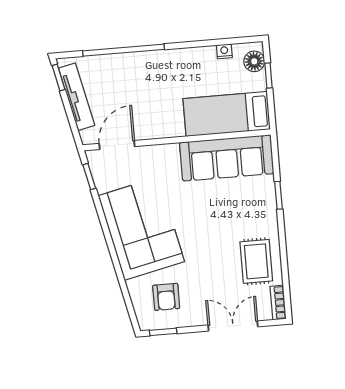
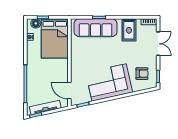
bed: (227, 114) -> (55, 38), width x1.50
sofa: (227, 158) -> (96, 28), moved, turned 90
rug: (256, 261) -> (129, 30), turned 90
double door: (233, 326) -> (158, 44), swing flipped

